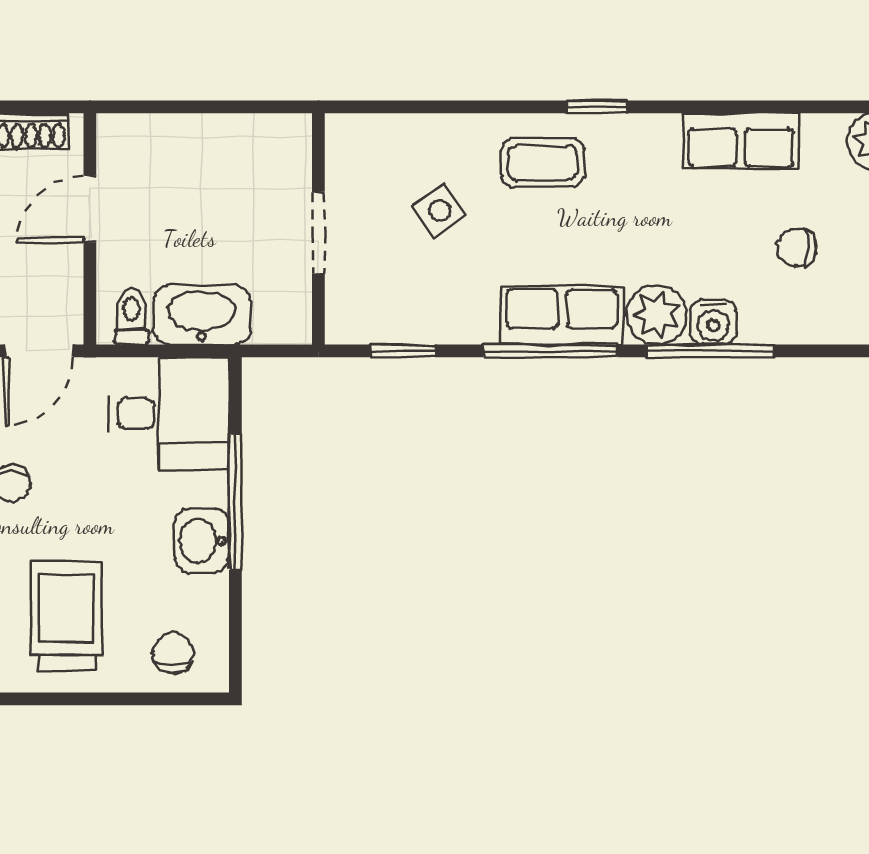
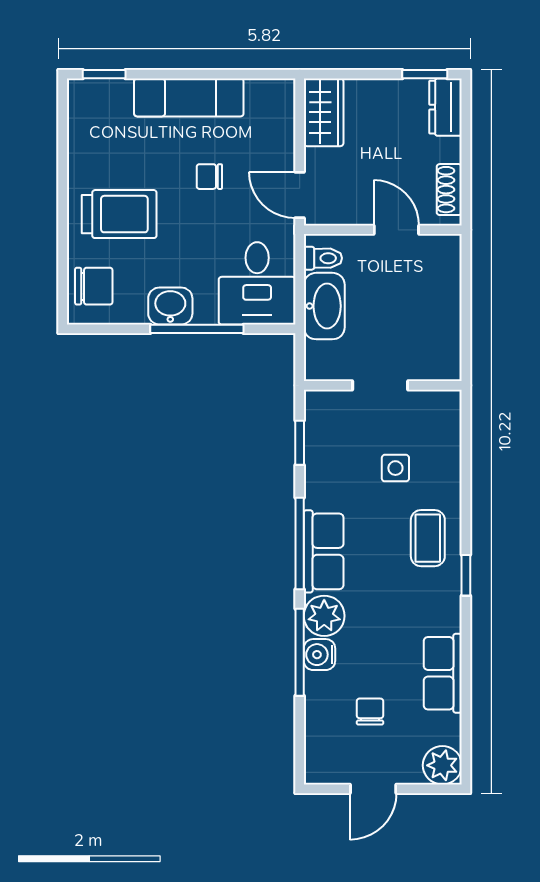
side table: (440, 210) -> (395, 468), turned 34
chair: (173, 653) -> (94, 286), width x1.37, depth x1.37

